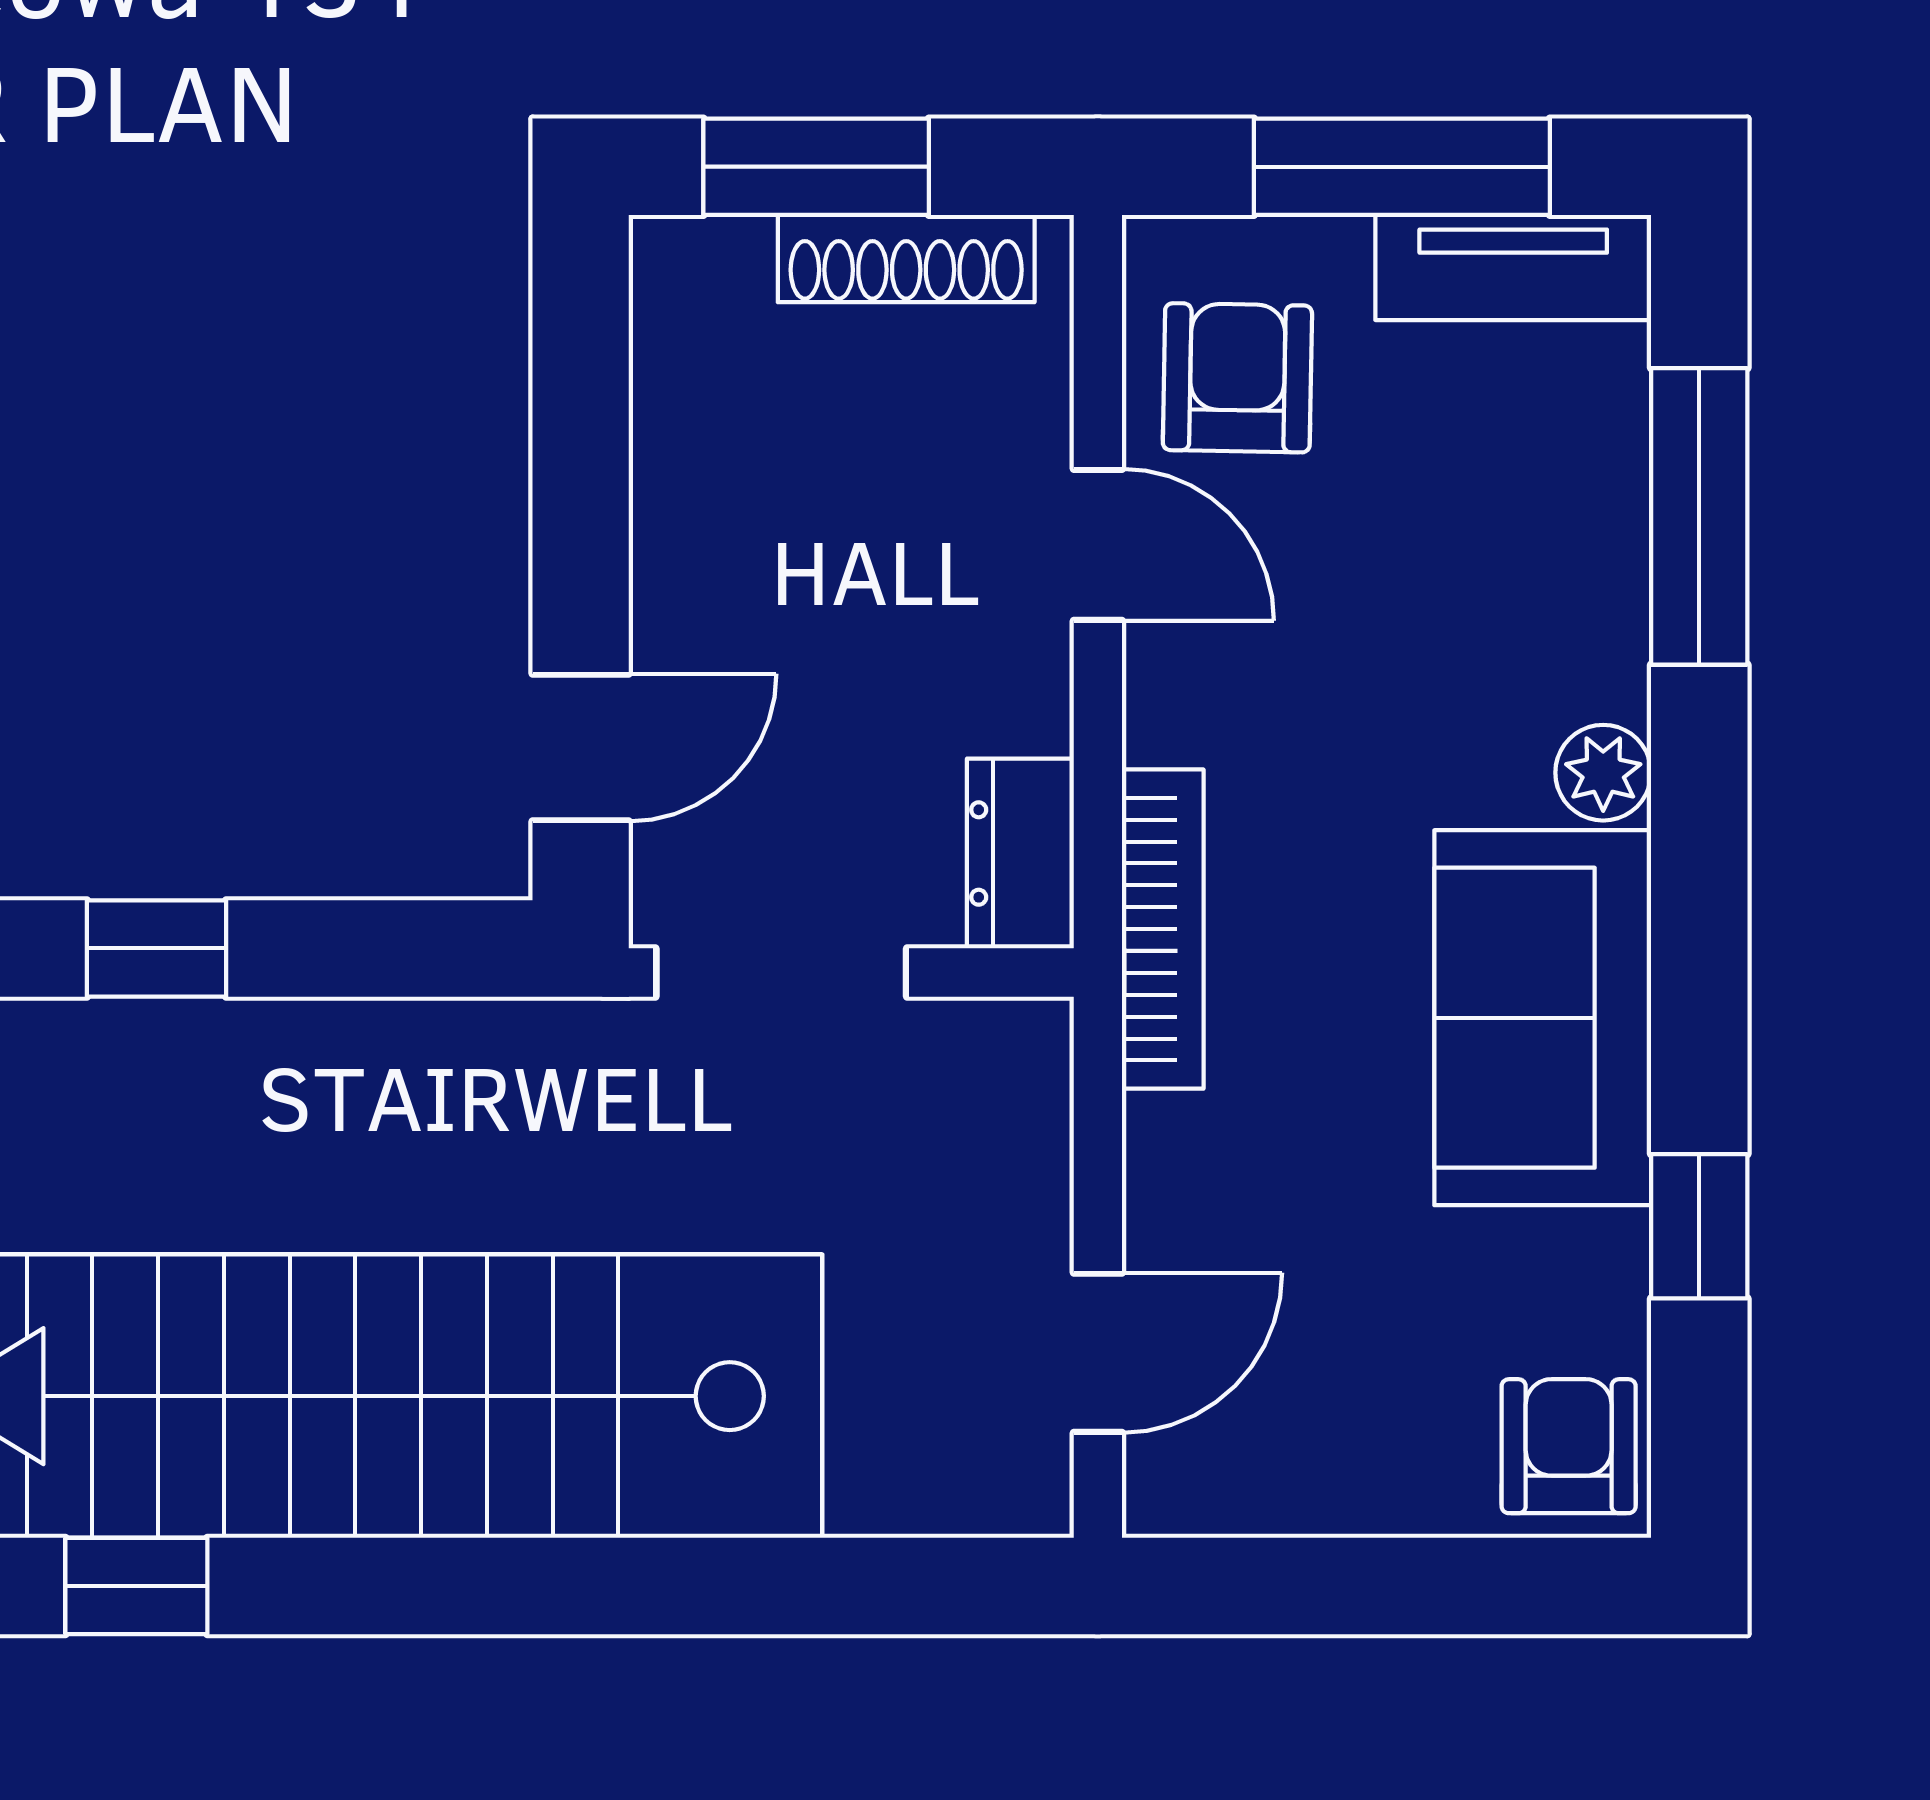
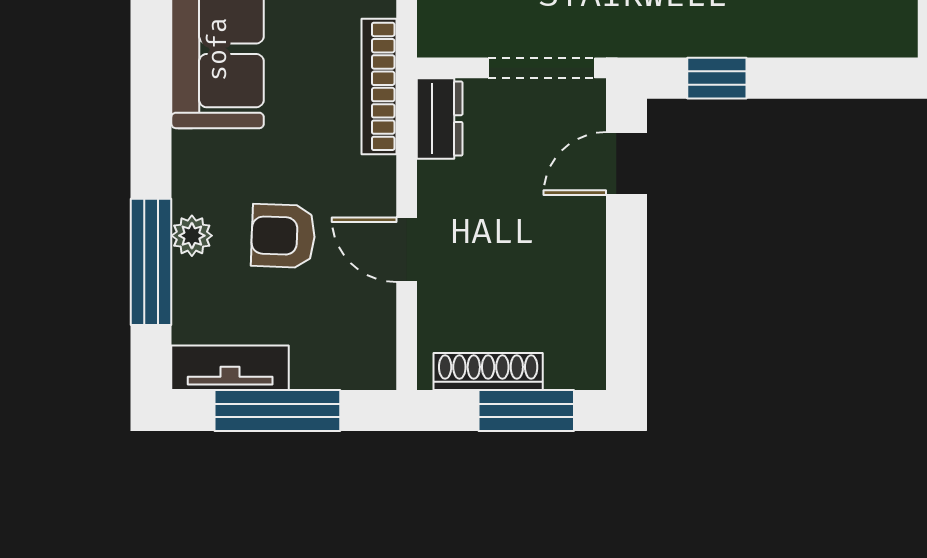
armchair: (1237, 378) -> (283, 236), moved, turned 91
plant: (1603, 773) -> (192, 236), moved
window: (157, 948) -> (717, 78), moved

